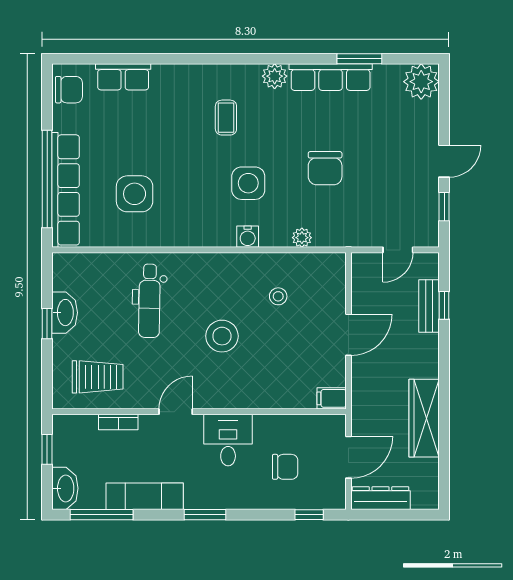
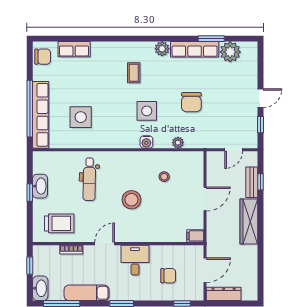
plant: (421, 82) -> (230, 52), moved
wardrobe: (424, 418) -> (249, 221), moved

